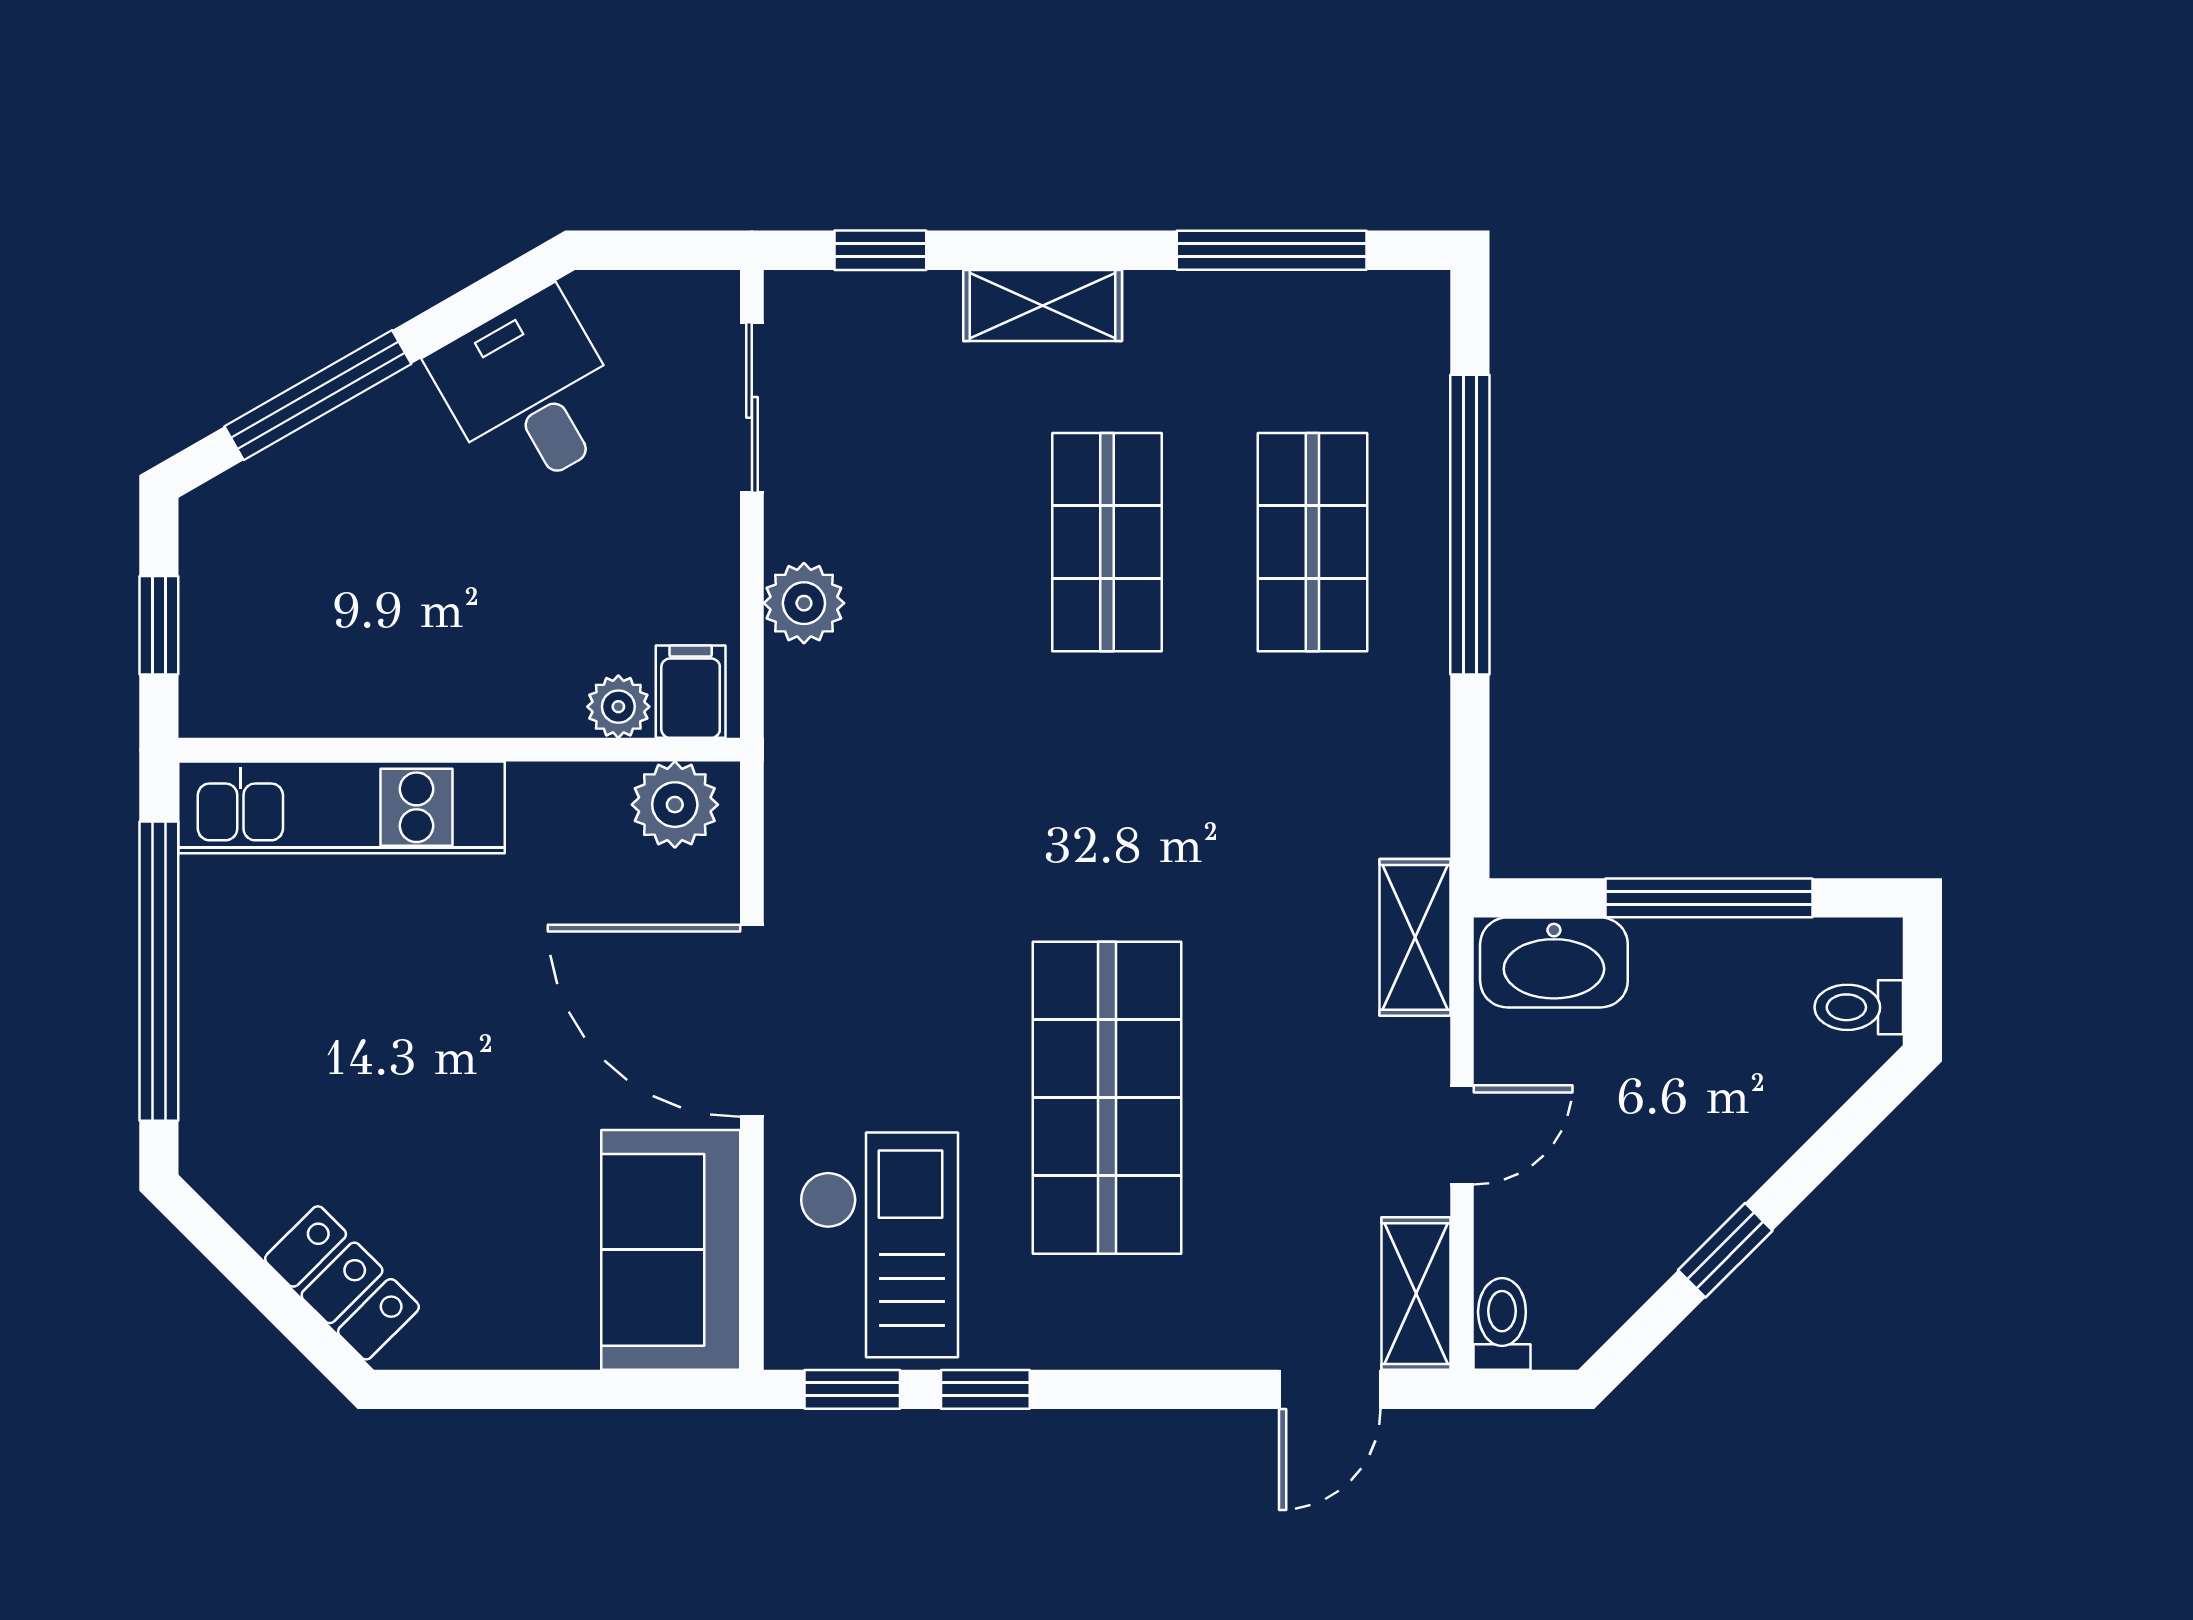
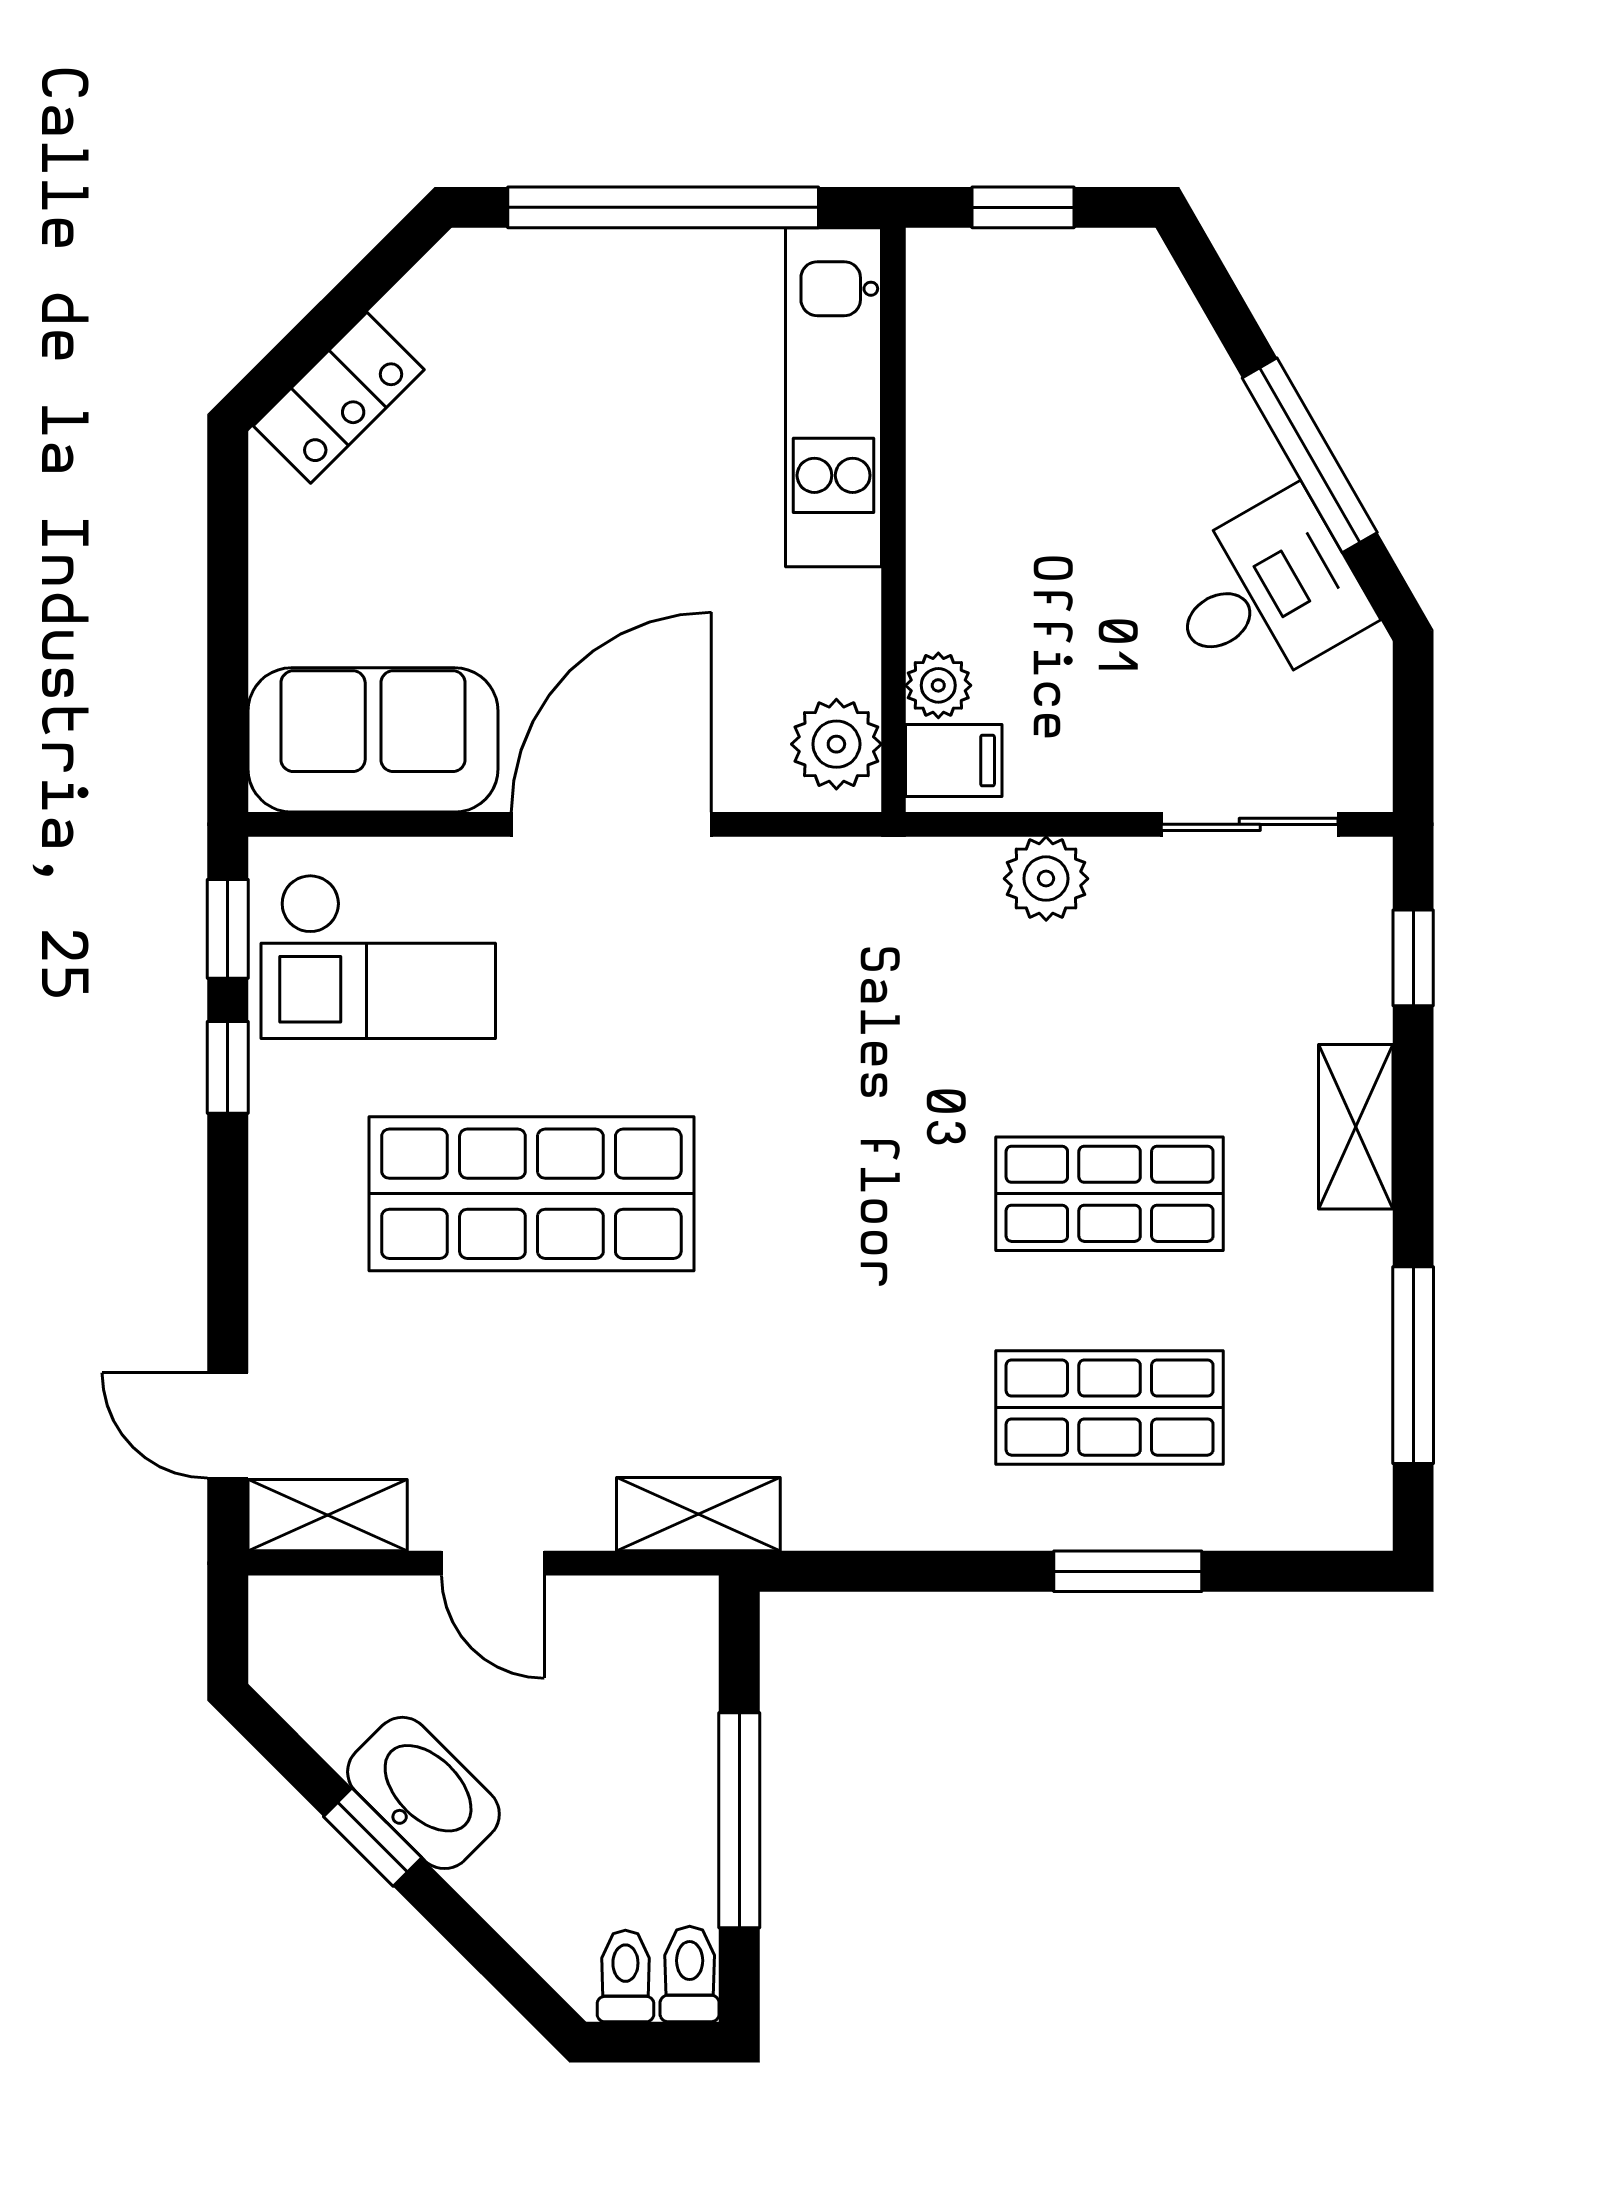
window: (318, 395) -> (1310, 455), moved
window: (1470, 525) -> (1128, 1571), width x0.47
washbasin: (1554, 962) -> (423, 1793), moved, turned 135
toilet: (1502, 1324) -> (690, 1974), moved, turned -90

